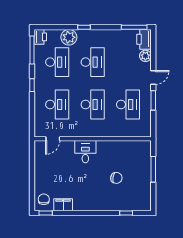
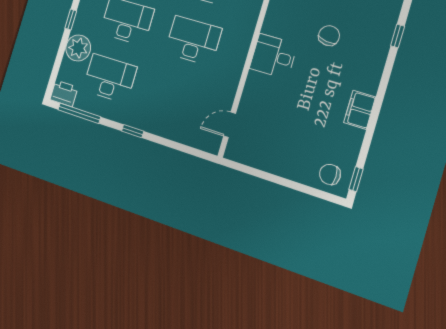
desk: (57, 105) -> (176, 99), removed
door: (53, 139) -> (230, 125), swing flipped
desk: (85, 152) -> (273, 56), moved
filing cabinet: (63, 205) -> (360, 110), moved

